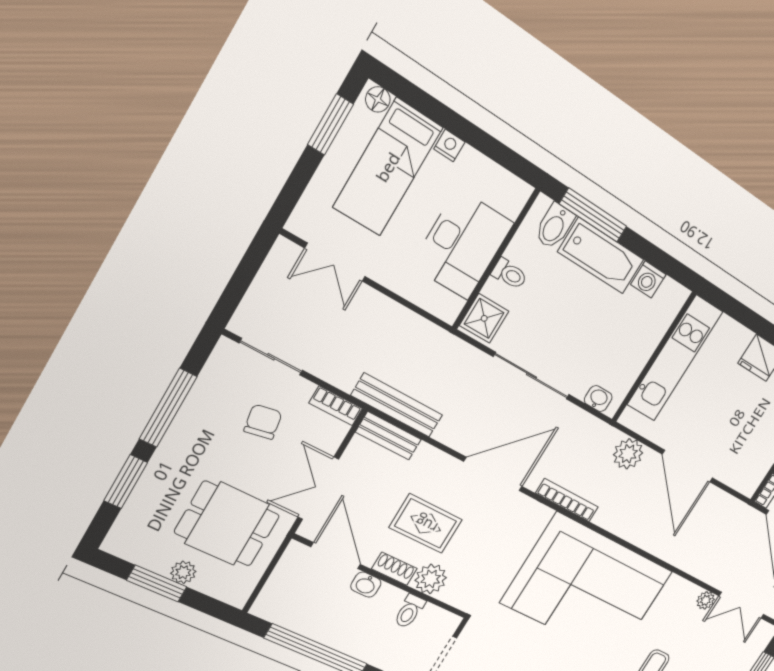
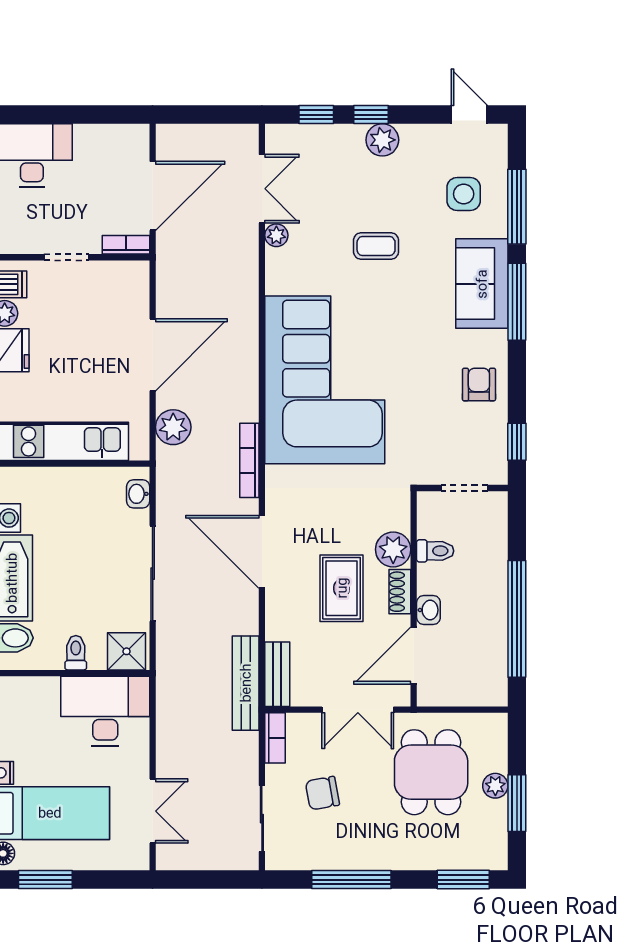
desk: (462, 244) -> (105, 711), moved
window: (126, 482) -> (463, 880), moved

